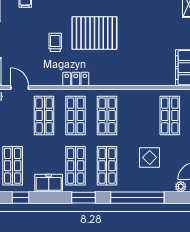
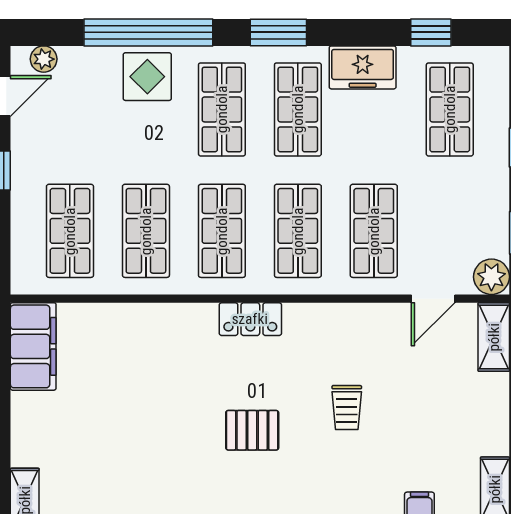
pallet: (94, 33) -> (252, 430), width x0.49, depth x0.50
locker: (76, 79) -> (250, 319), moved
door: (20, 87) -> (433, 299), hinge flipped
shop shelf: (138, 115) -> (146, 231), added
display table: (150, 157) -> (147, 77), moved

